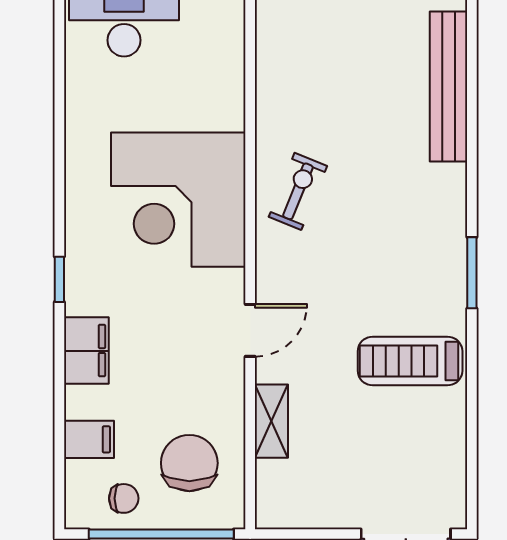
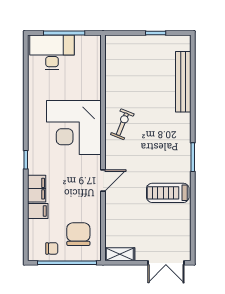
shelving: (271, 421) -> (120, 254), moved, turned 90
filing cabinet: (89, 439) -> (38, 211), moved

